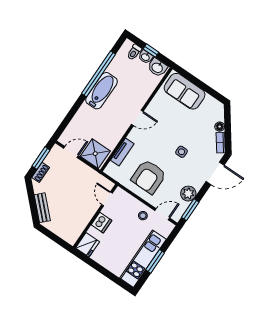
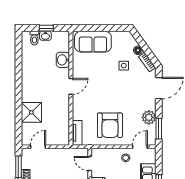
washbasin: (157, 67) -> (63, 60), moved, turned 90
window: (98, 74) -> (18, 73), removed
bathtub: (102, 91) -> (30, 84), removed
tv unit: (122, 152) -> (77, 133), moved
side table: (181, 152) -> (124, 66), moved
shower: (95, 154) -> (31, 112), moved

